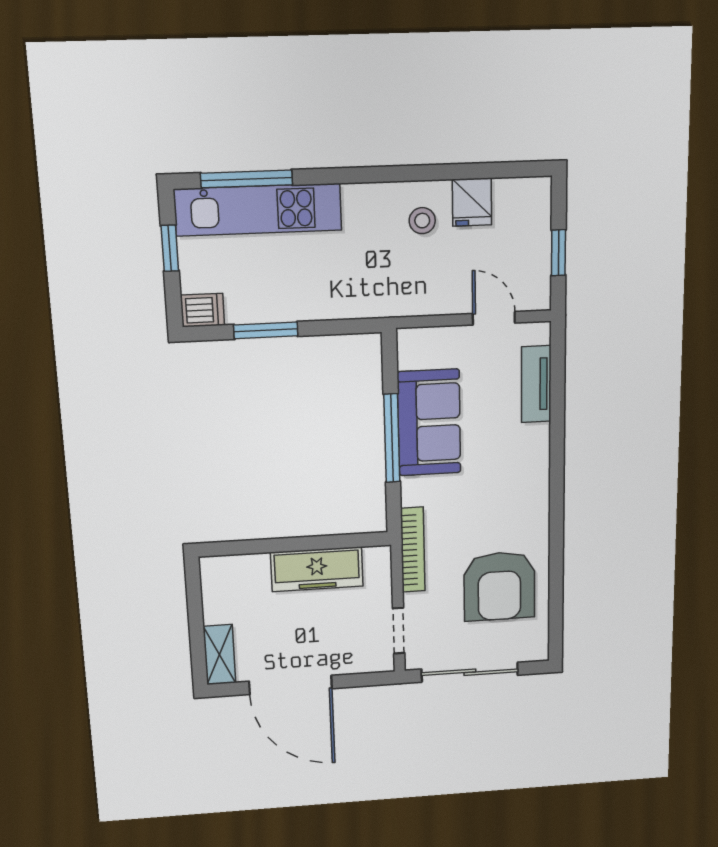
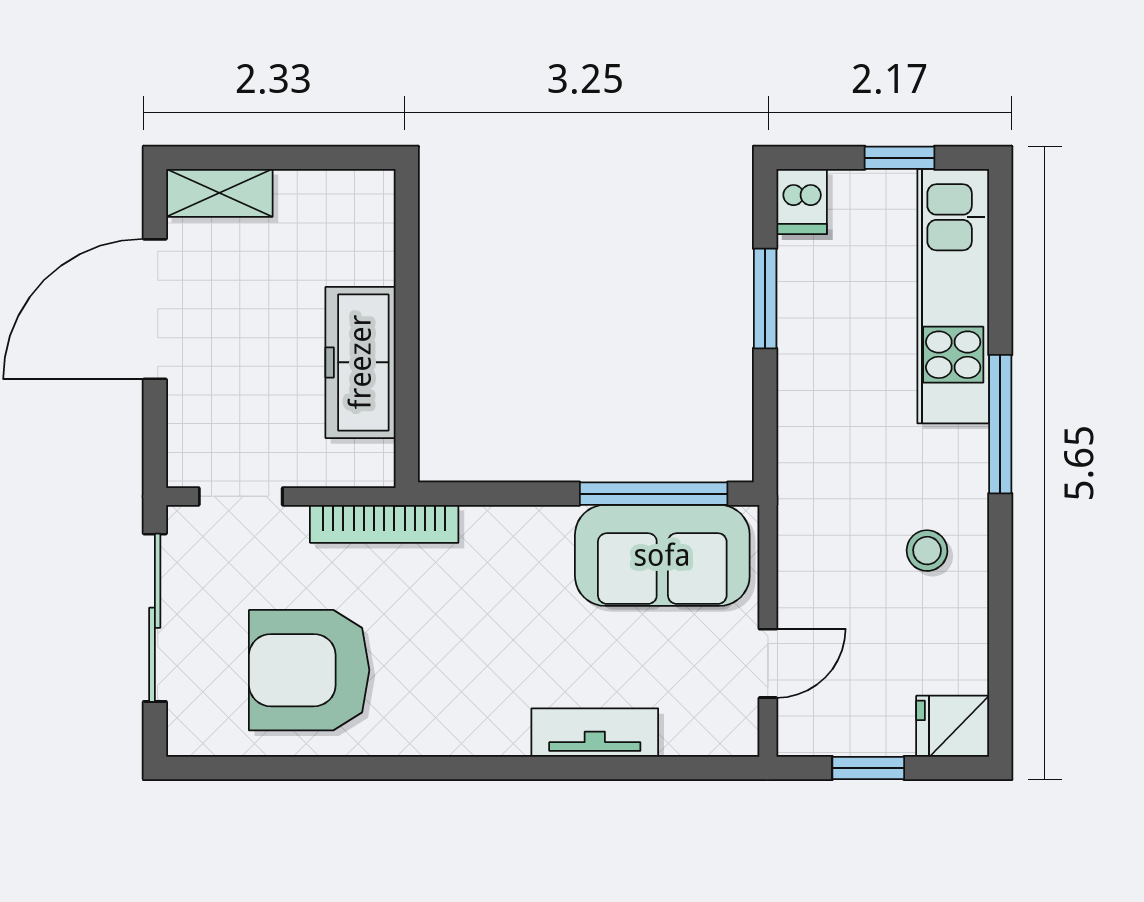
window: (247, 179) -> (1000, 424), moved
fridge: (472, 202) -> (953, 726), moved
tv unit: (536, 384) -> (595, 733), moved
sofa: (429, 423) -> (662, 555), moved
window: (392, 438) -> (654, 494), moved

